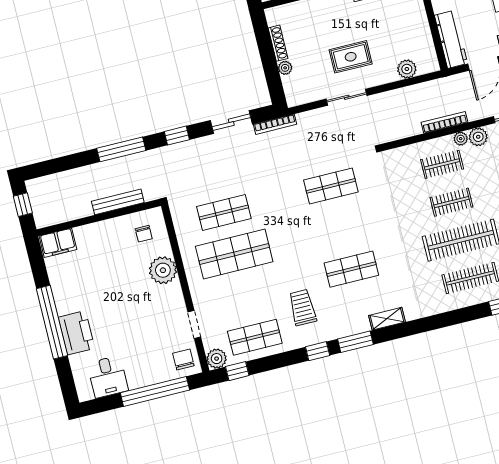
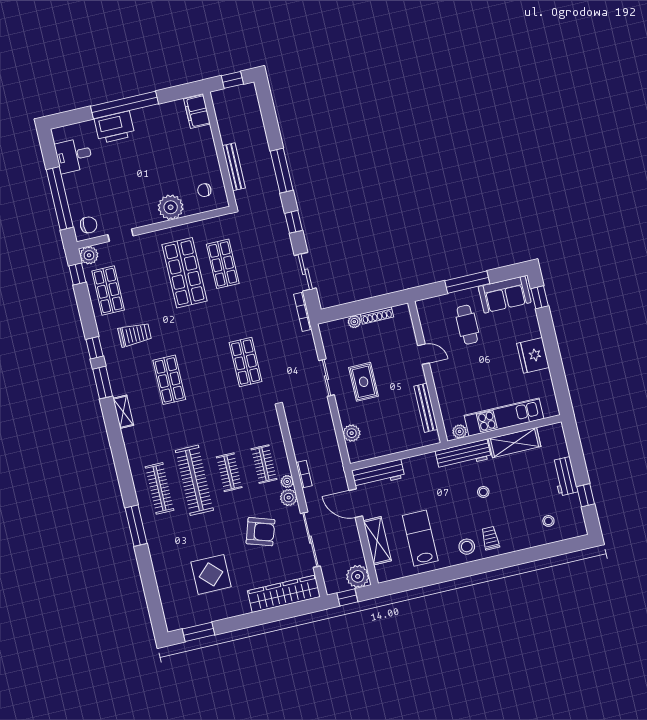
bookcase: (444, 122) -> (304, 474), width x0.64

